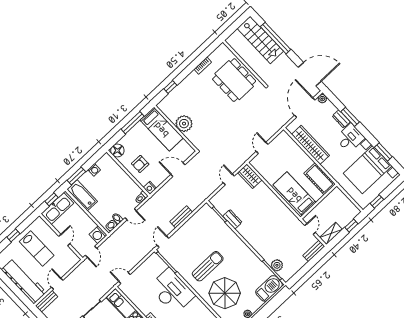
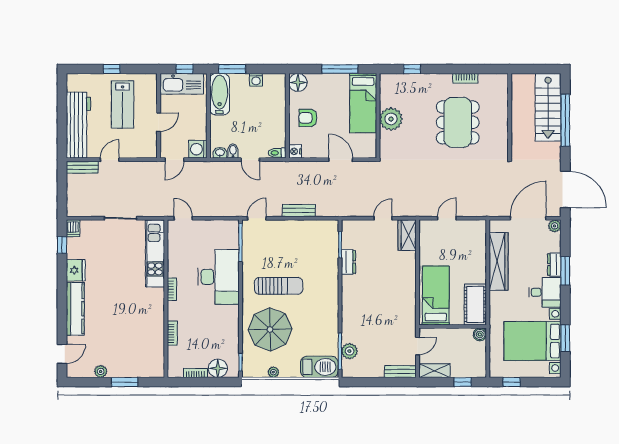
dining table: (234, 80) -> (458, 122), moved
boiler: (337, 192) -> (480, 334), added

